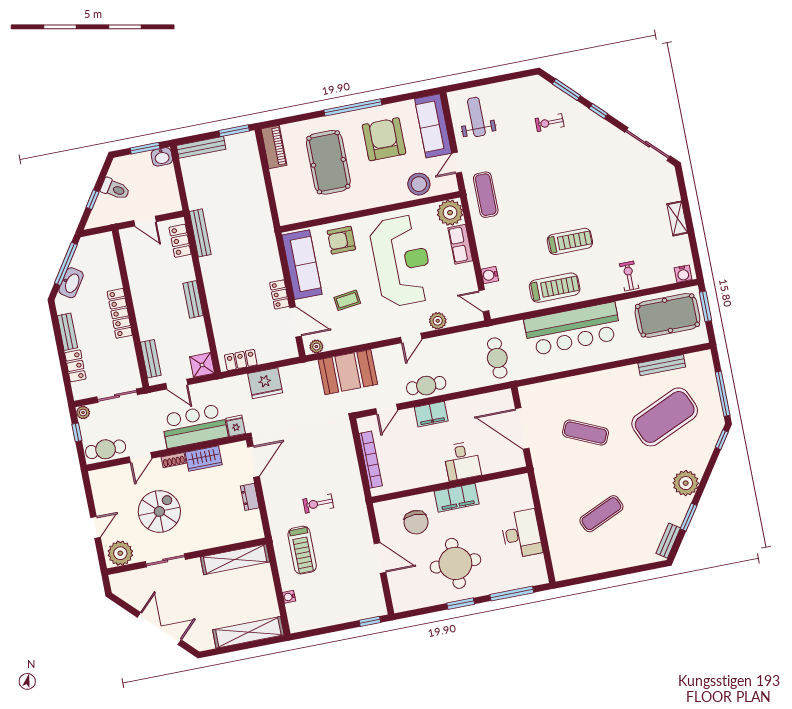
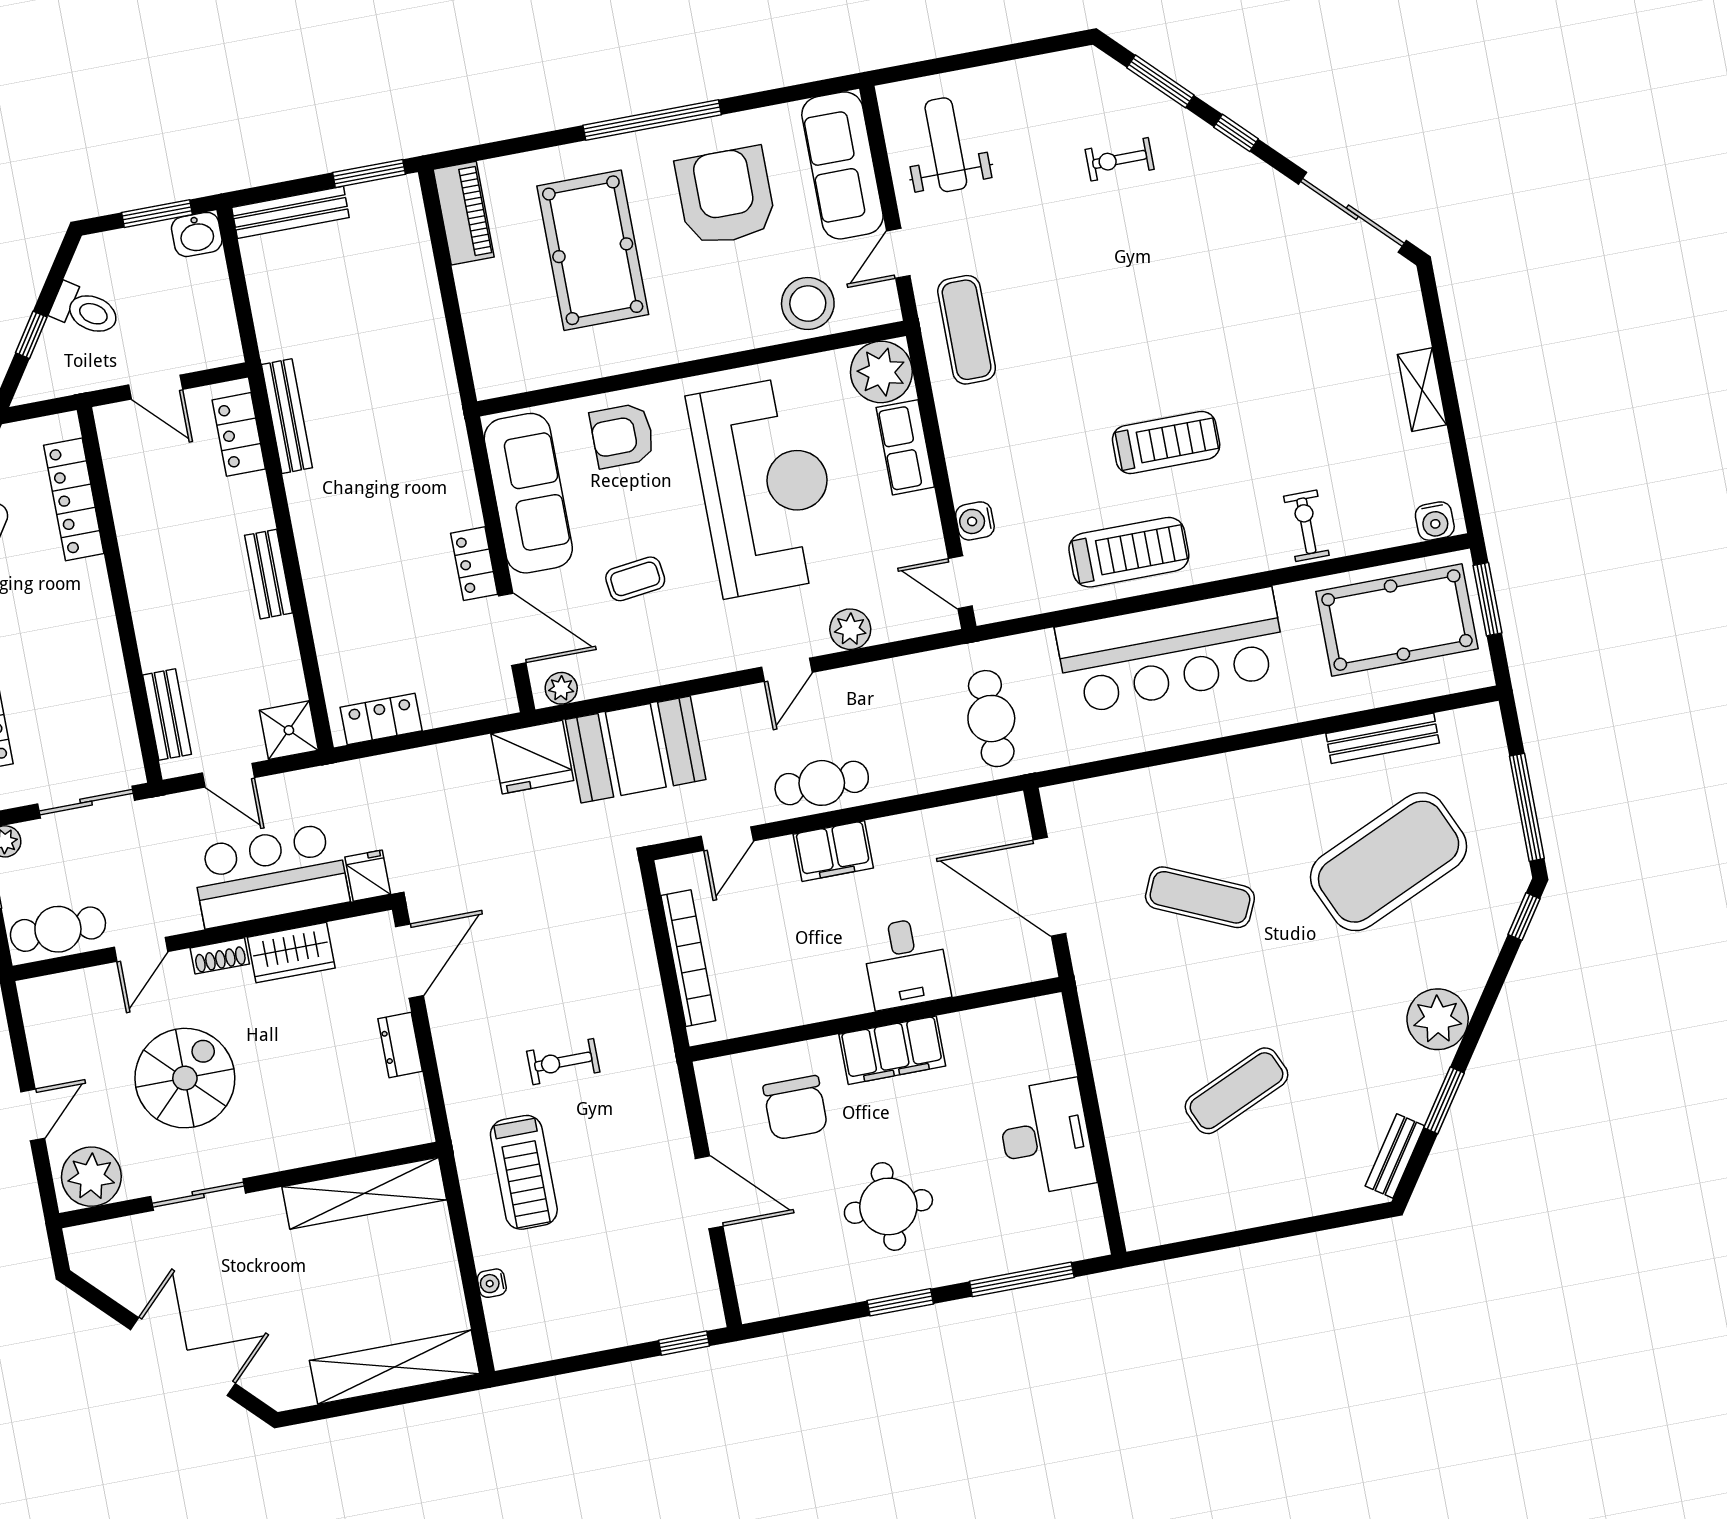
locker: (120, 313) -> (74, 499), moved
fridge: (265, 383) -> (532, 757), moved
round table: (455, 563) -> (888, 1206), width x0.73, depth x0.73

